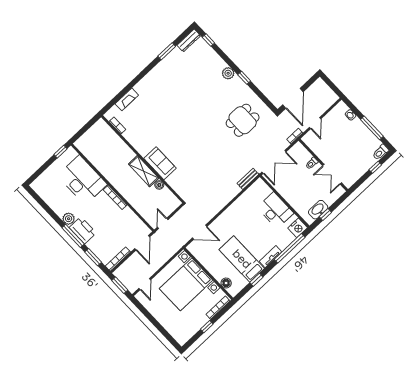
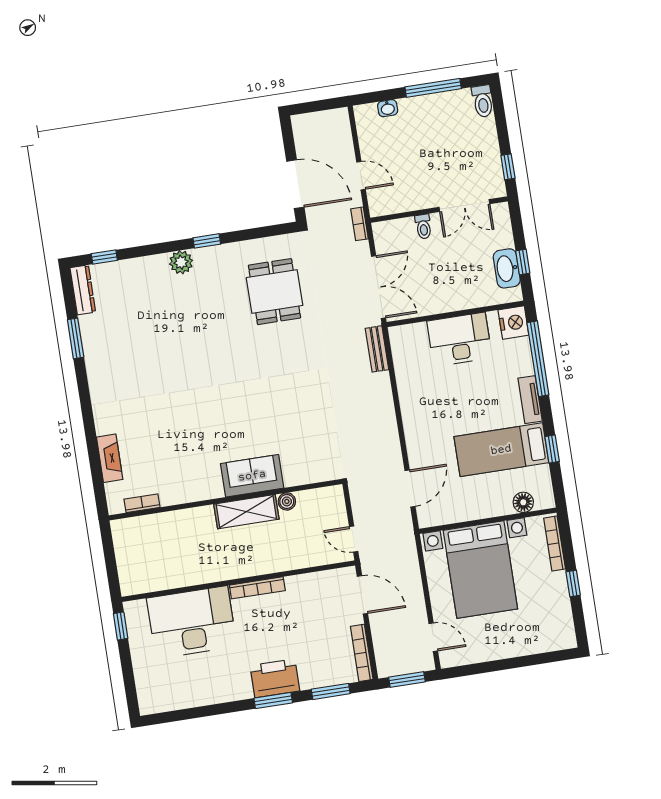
window: (375, 167) -> (508, 167), moved
plant: (69, 219) -> (240, 688), removed
window: (73, 236) -> (273, 700), width x0.69

